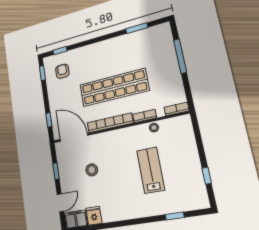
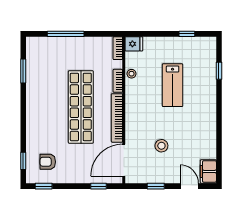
lab bench: (151, 170) -> (173, 85), turned -90
fridge: (94, 216) -> (134, 44), moved, turned 180

